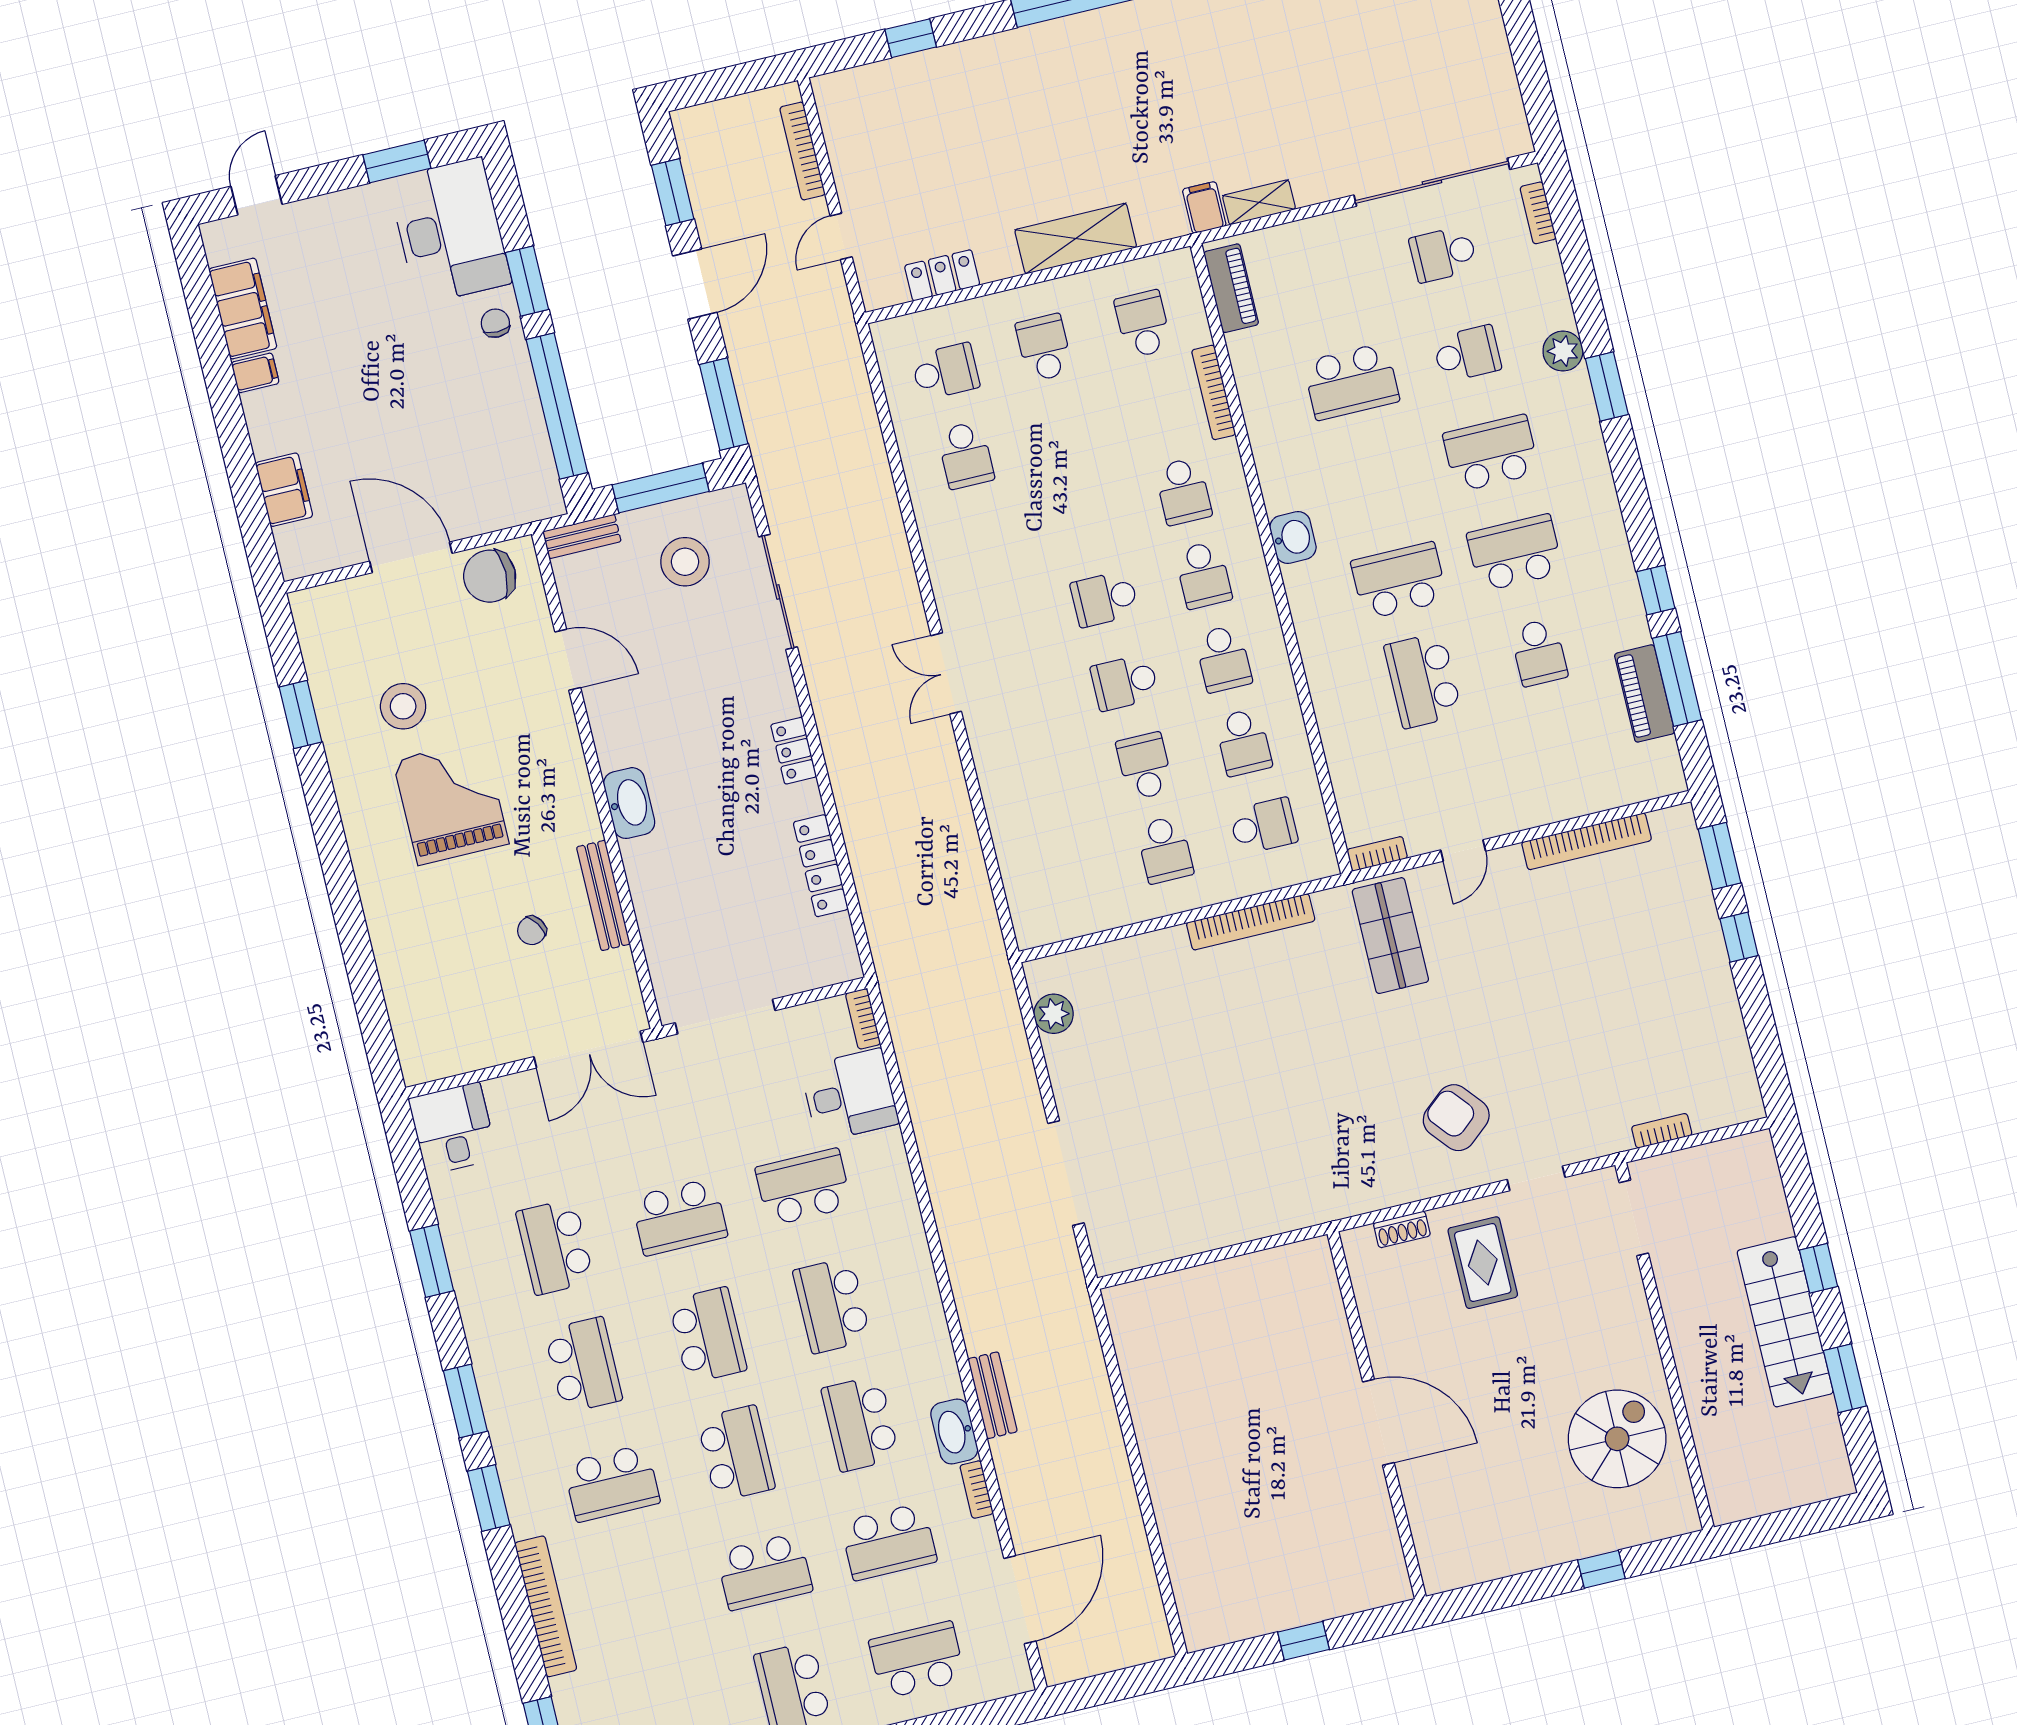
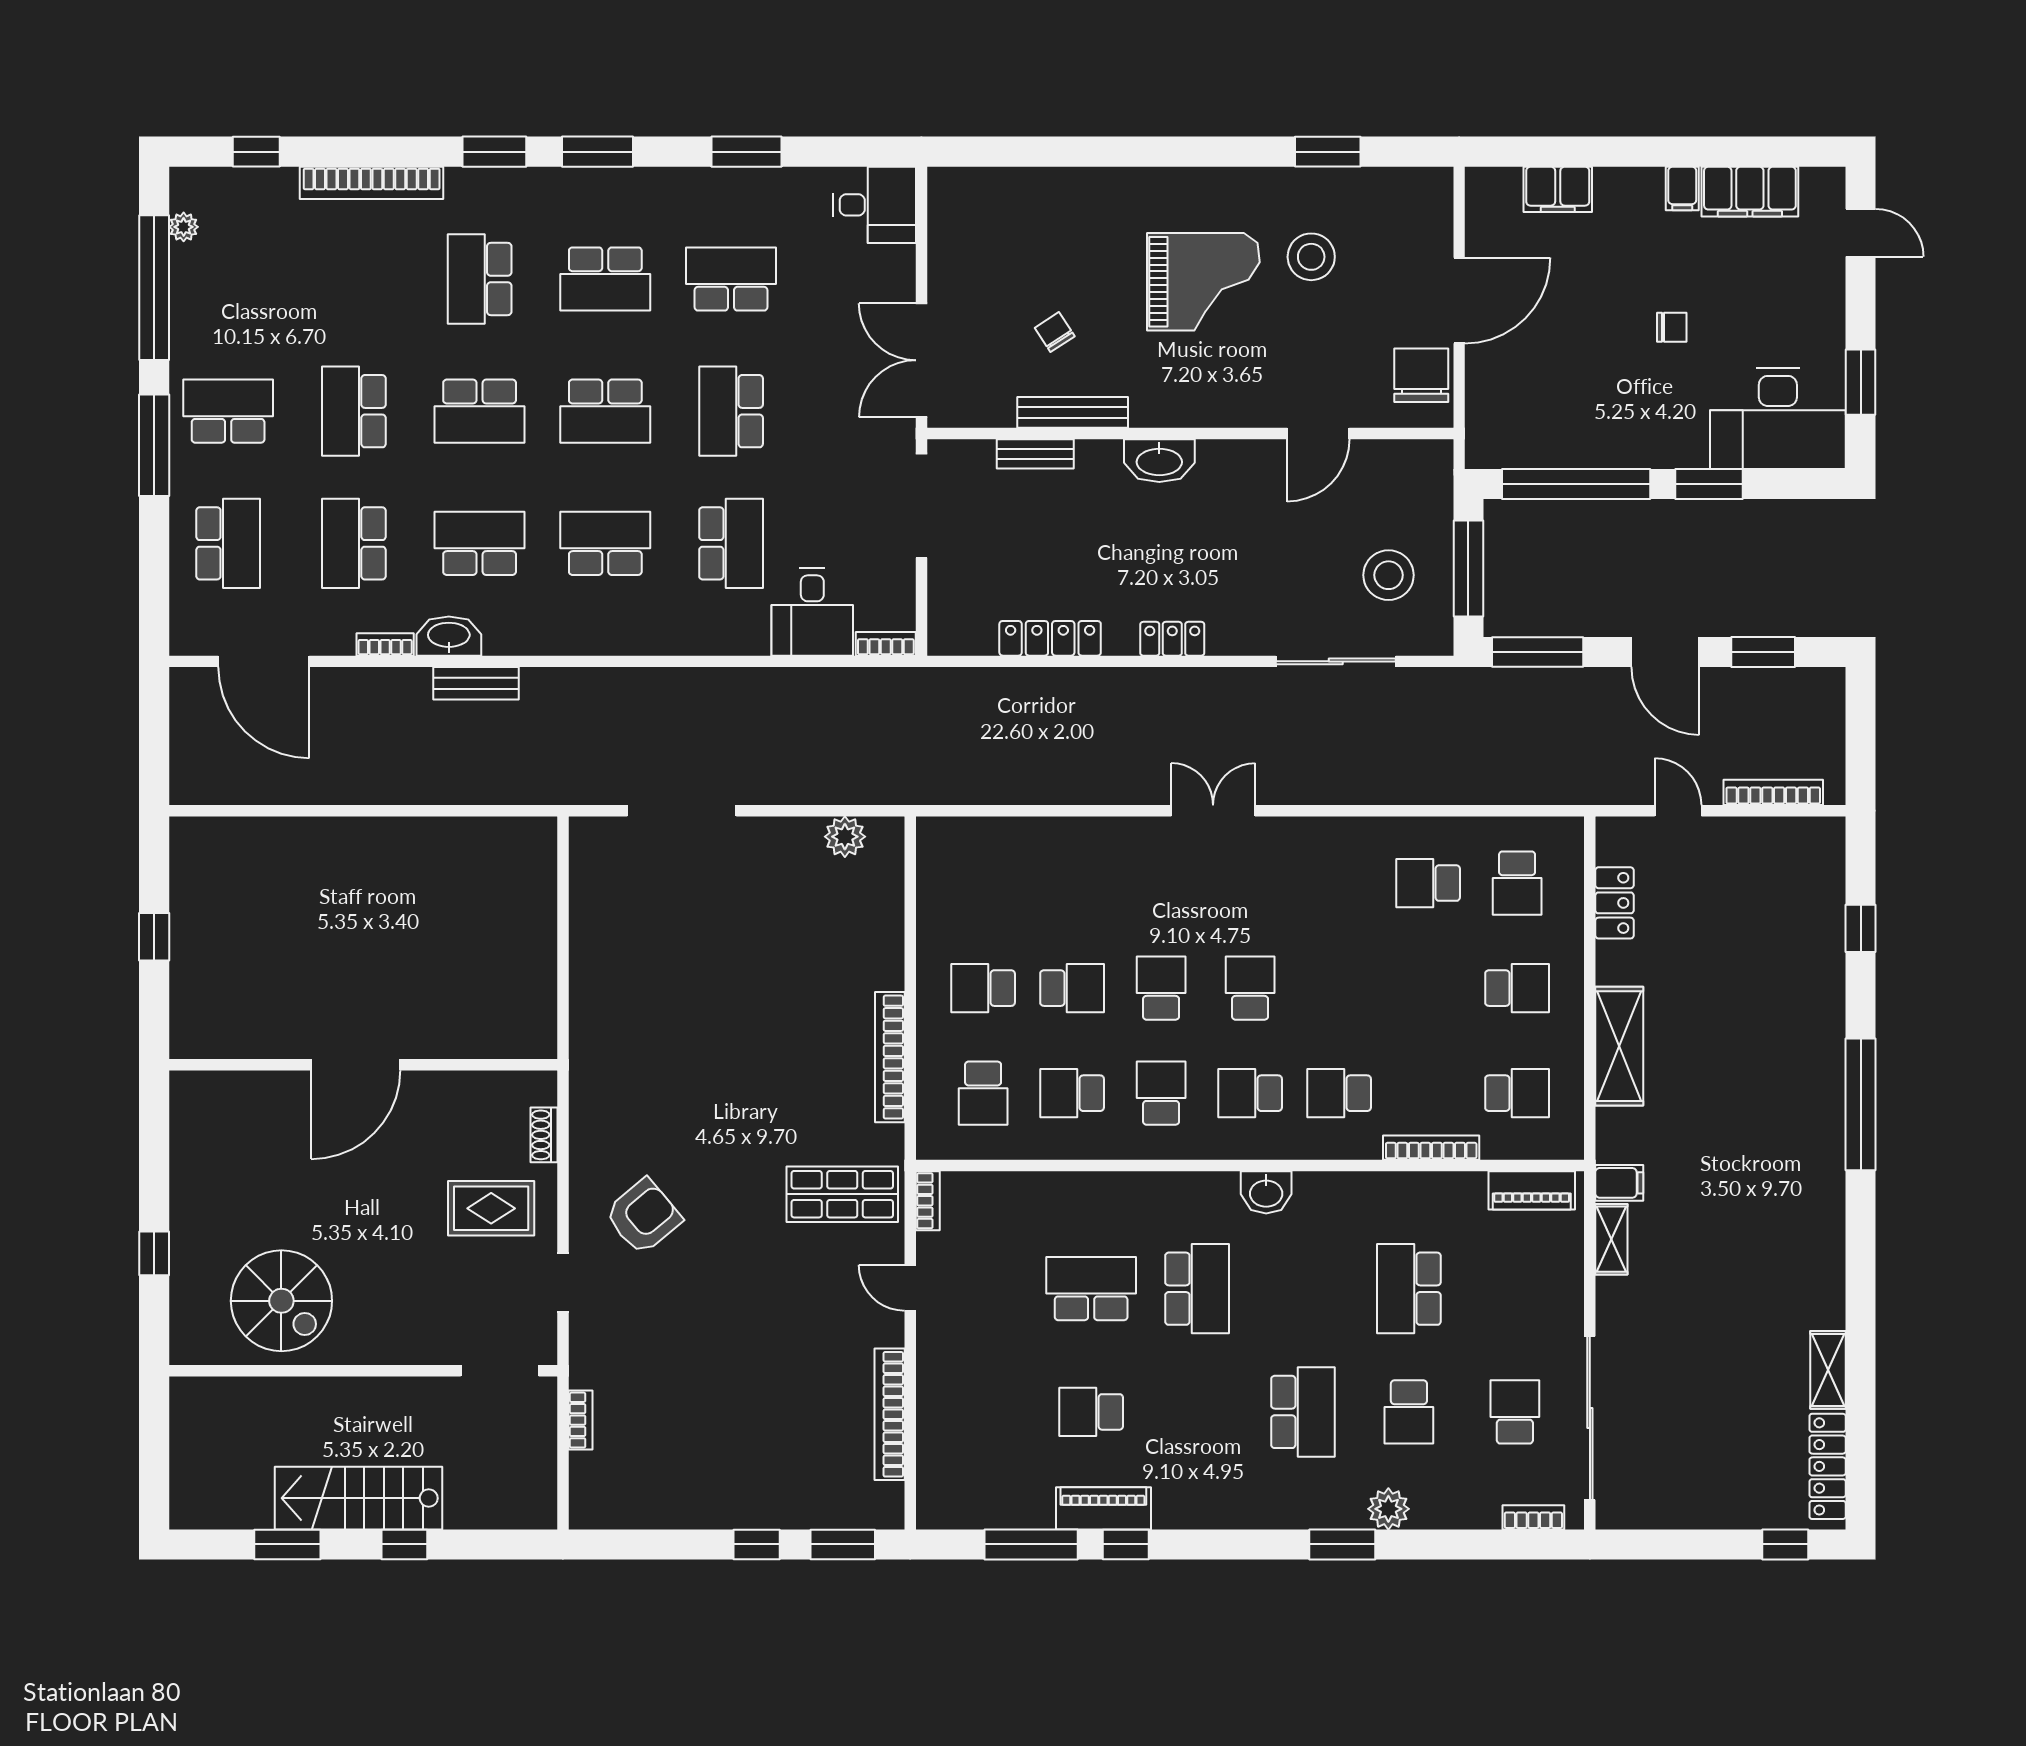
chair: (495, 323) -> (1672, 327), moved
bench: (582, 536) -> (1035, 454), moved, turned 90
school desk: (1515, 553) -> (1197, 1412), removed
school desk: (1223, 659) -> (1161, 1093), turned 90
piano: (1645, 693) -> (1103, 1508), moved

